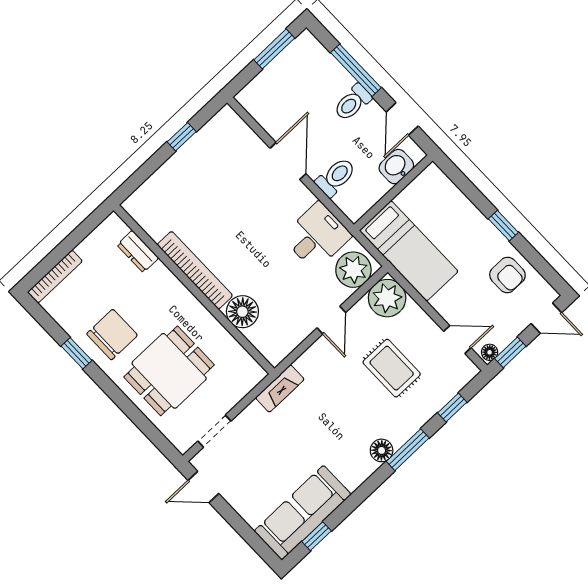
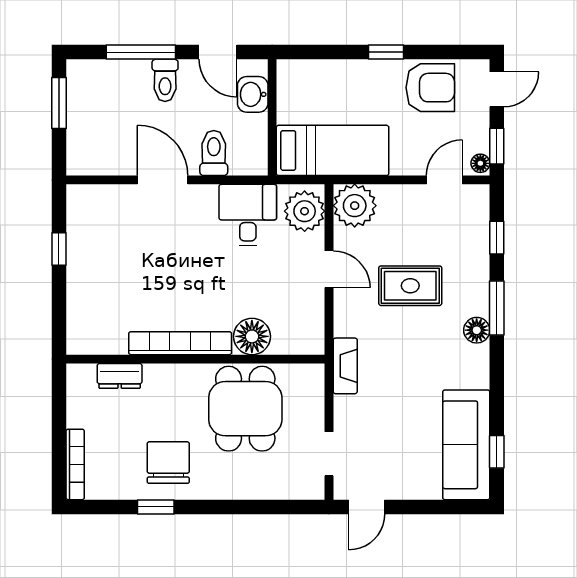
armchair: (507, 275) -> (430, 88), width x1.38, depth x1.38
rug: (392, 368) -> (410, 286), moved
dining table: (169, 371) -> (245, 409), moved

